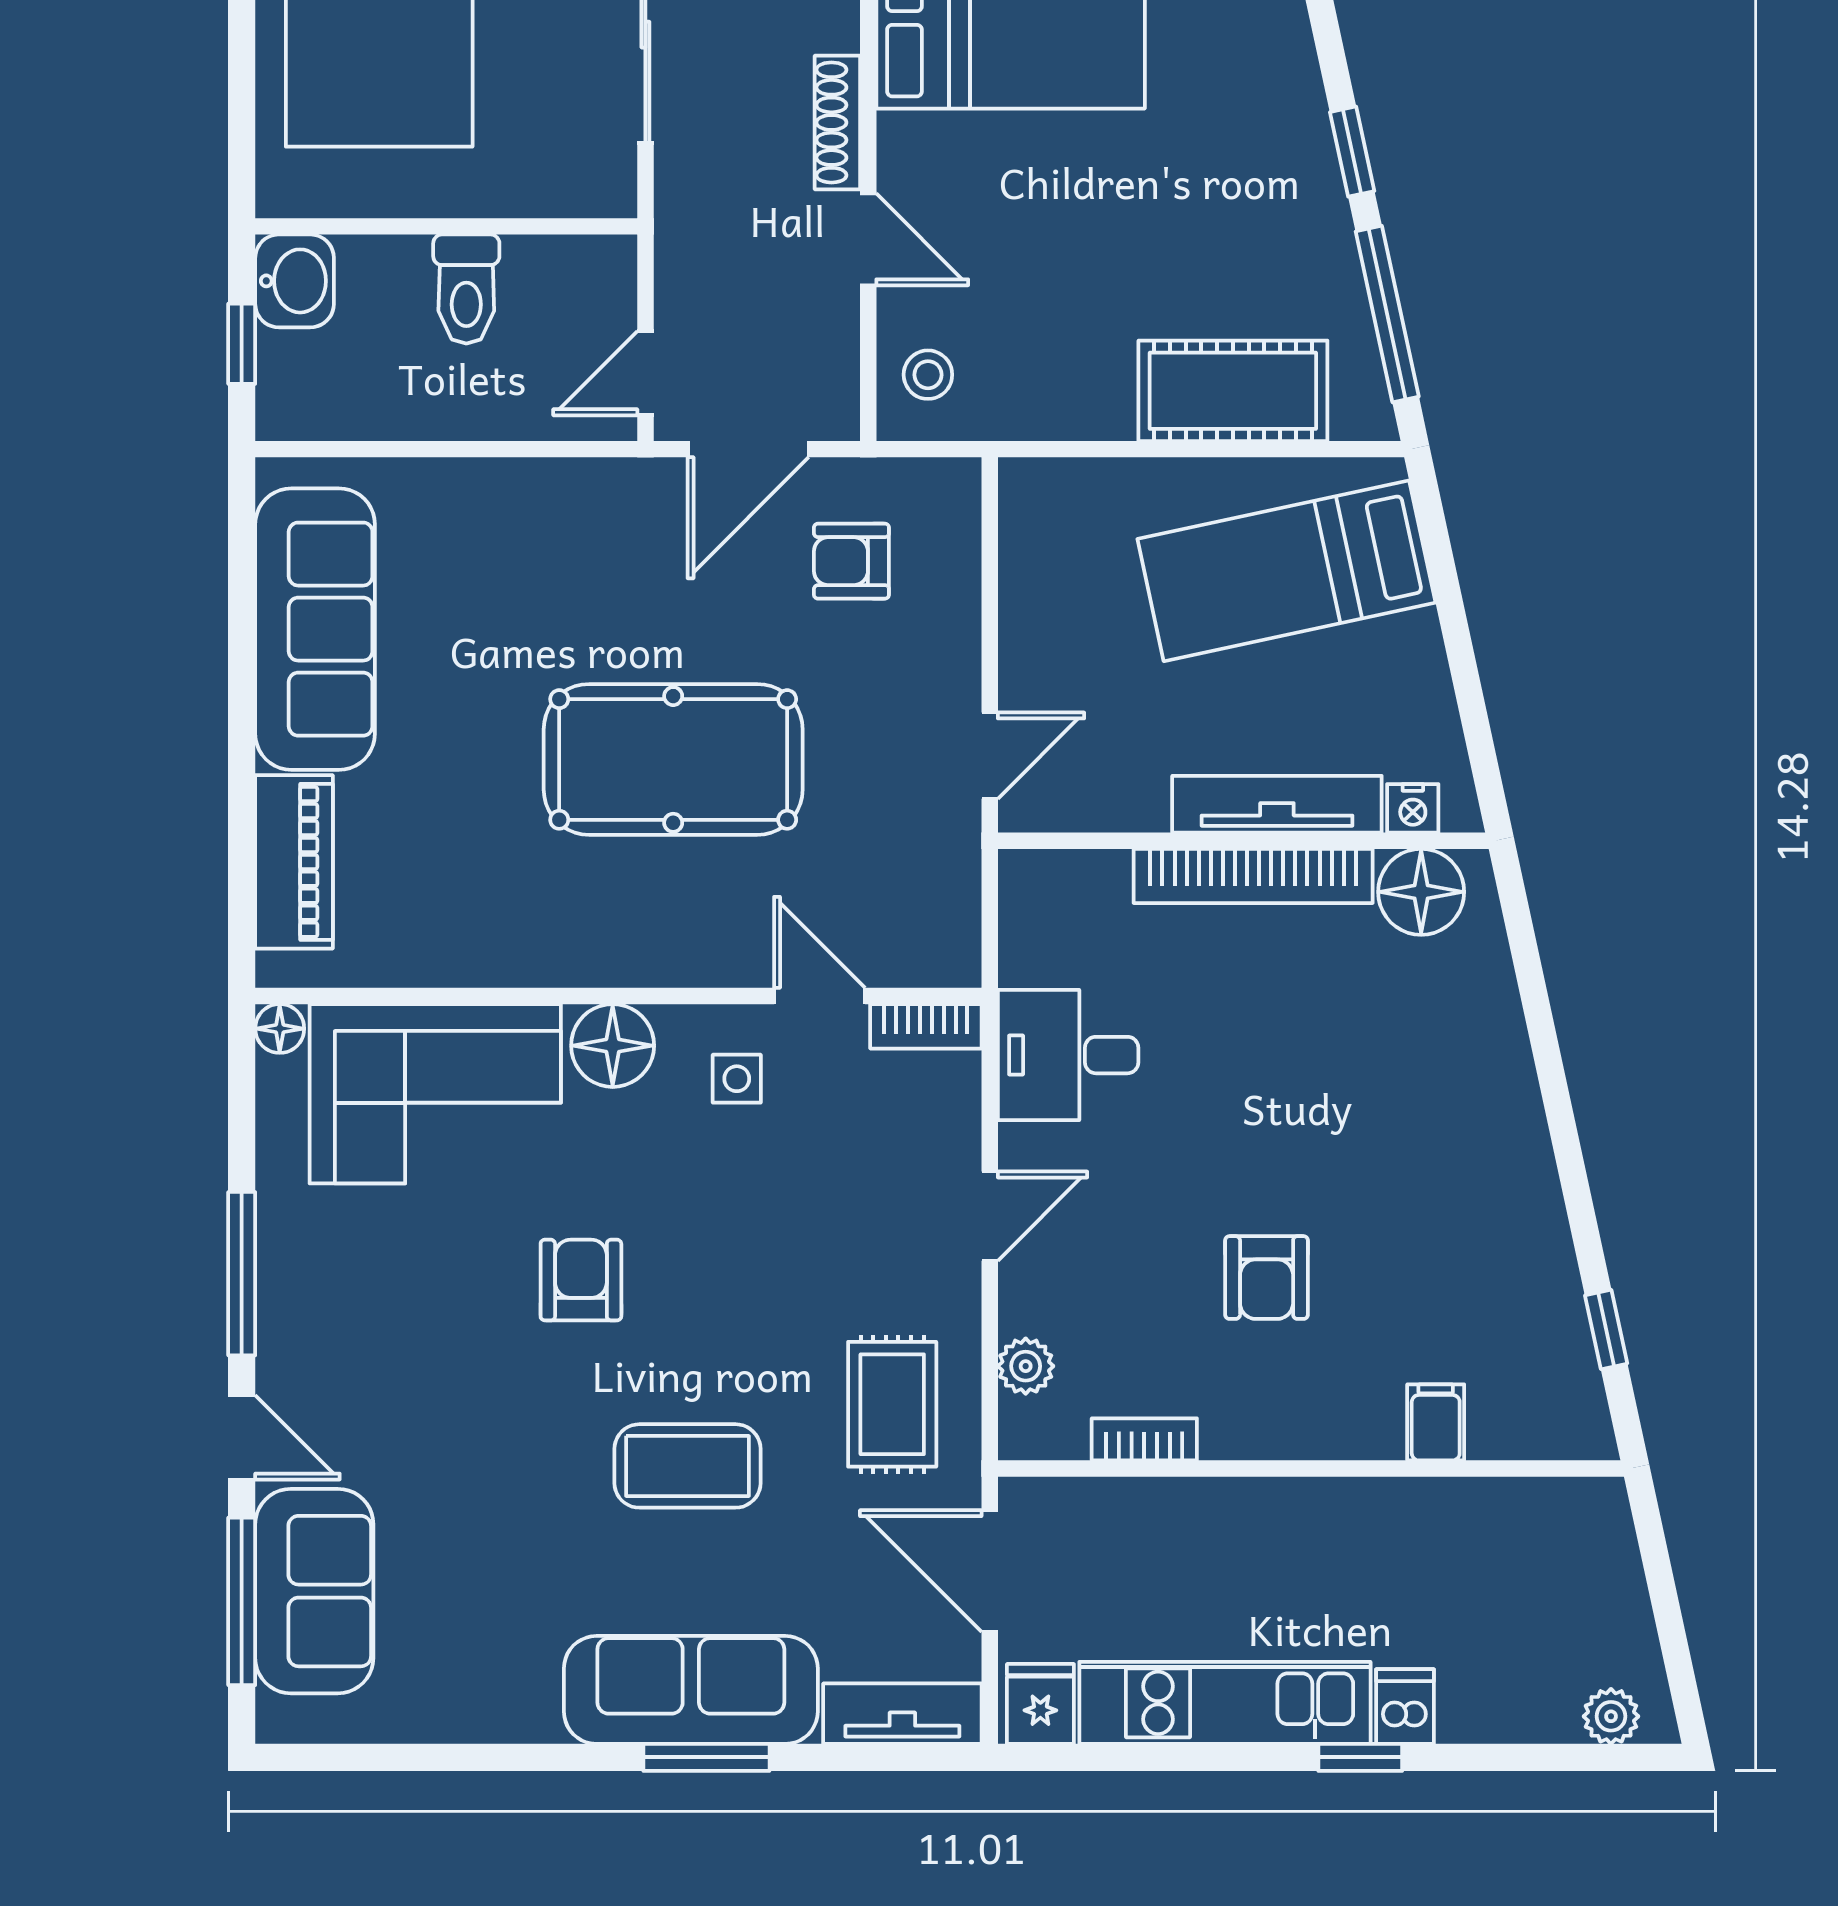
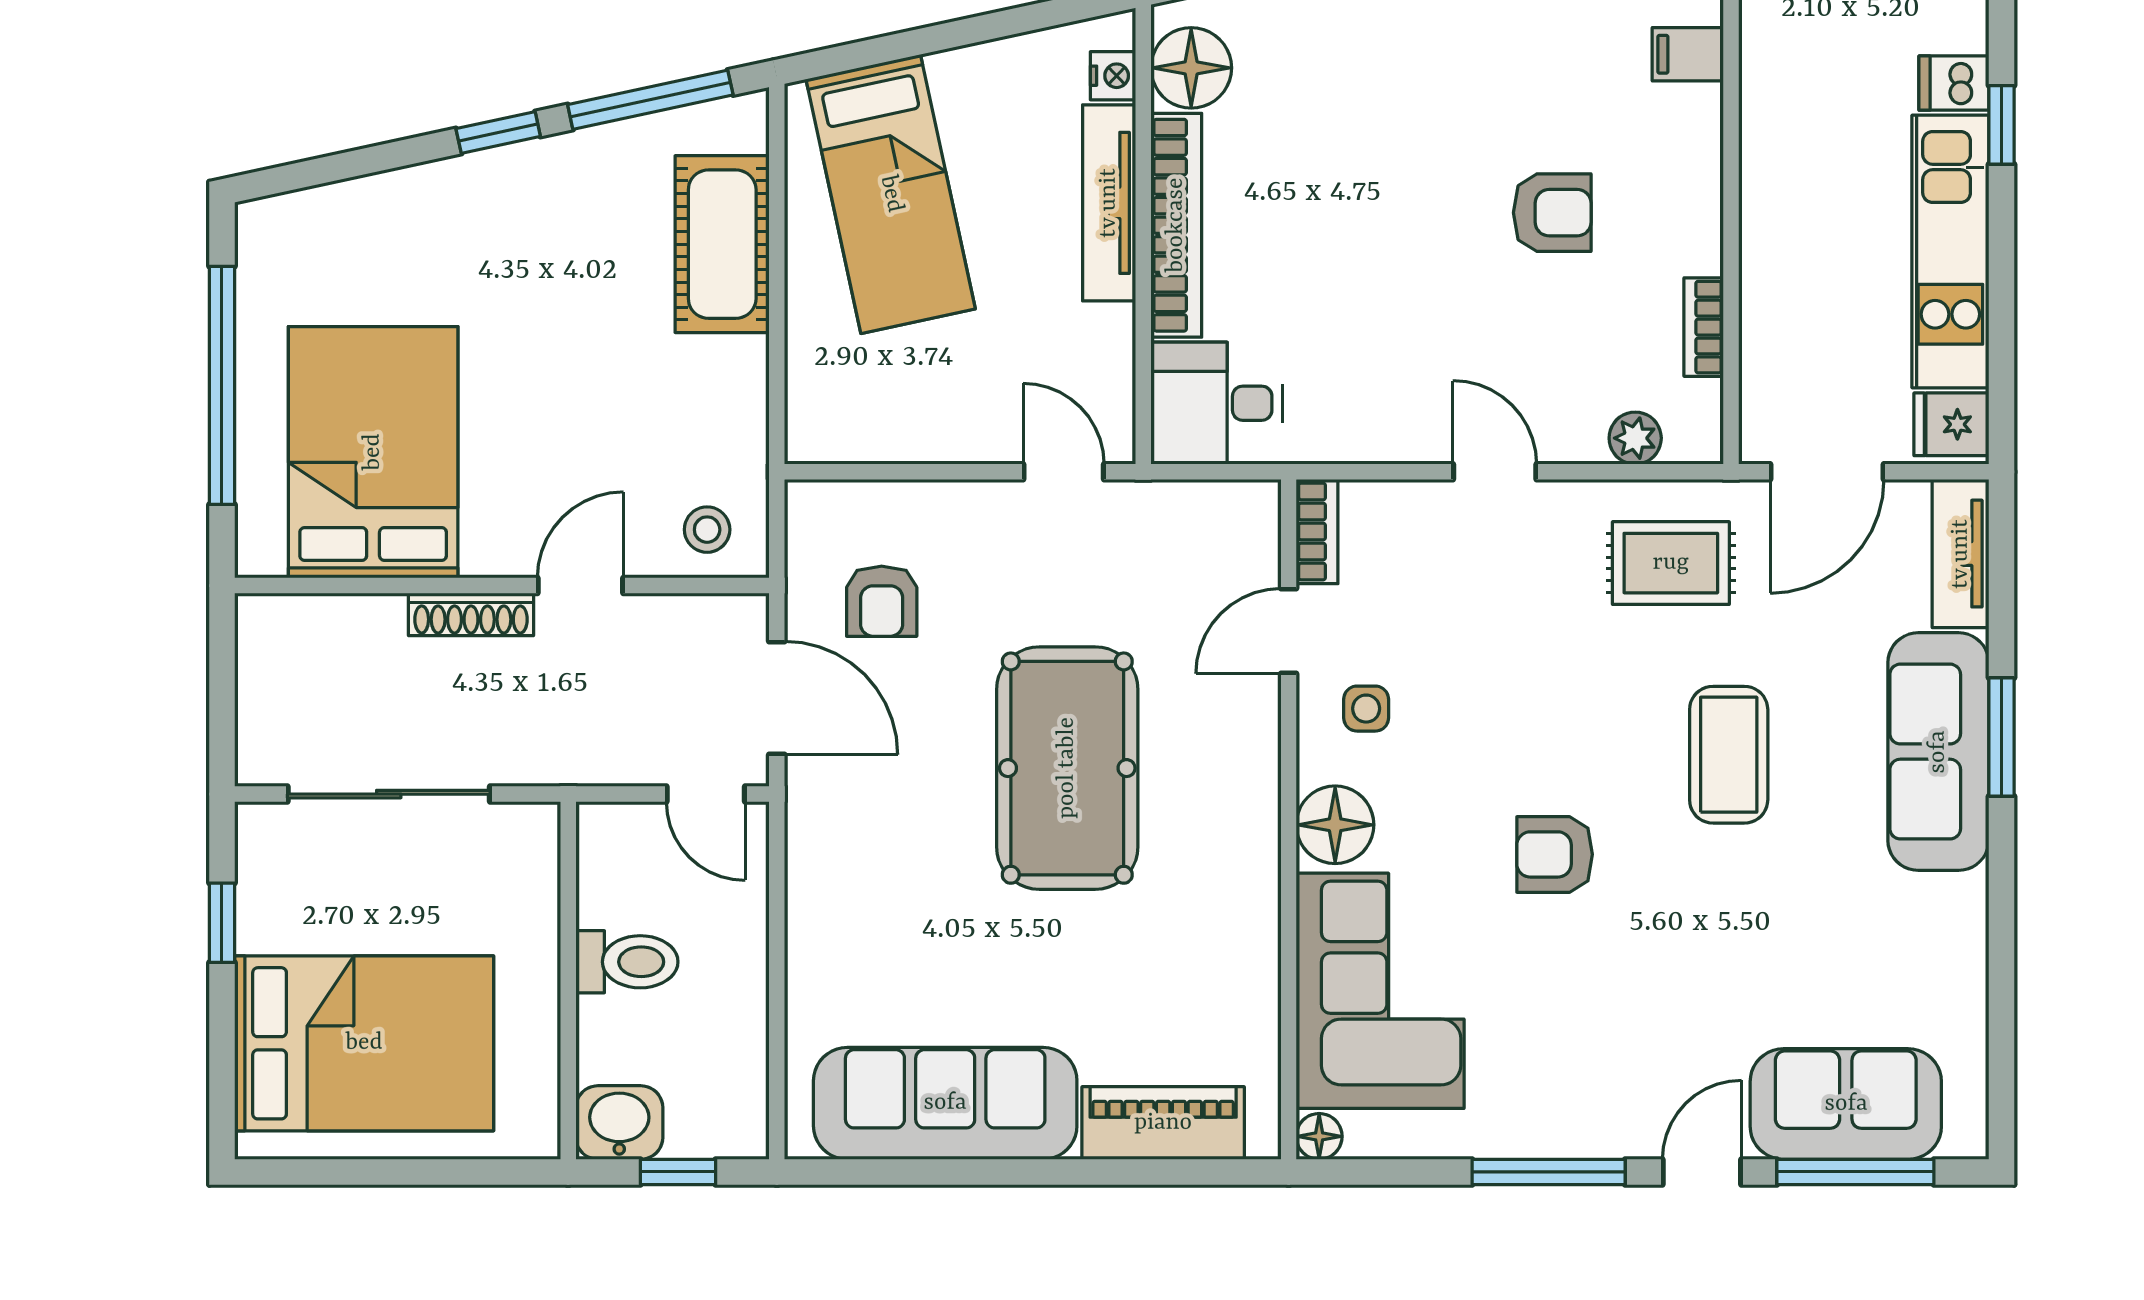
desk: (1068, 1055) -> (1217, 403), moved, turned 90

